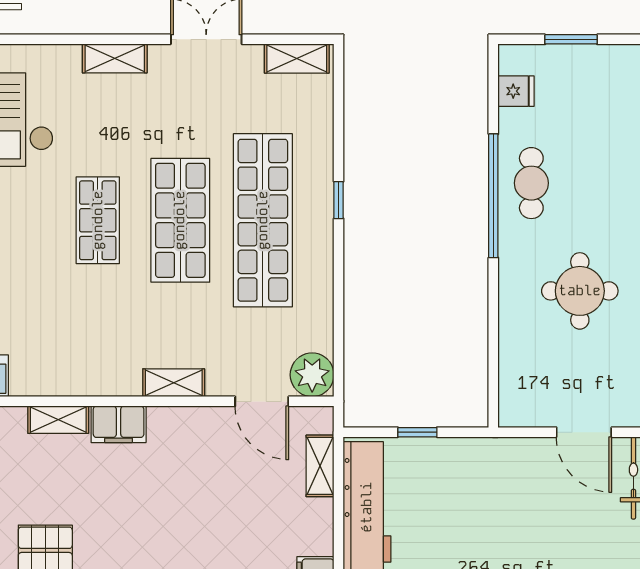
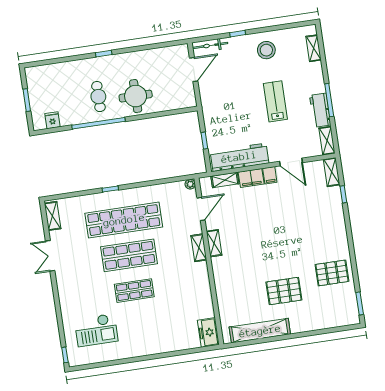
shelving: (115, 58) -> (64, 294), removed
cafe table: (531, 183) -> (98, 97), moved, turned 90
round table: (580, 291) -> (136, 96), moved
plant: (312, 375) -> (190, 184), width x0.53, depth x0.53
shelving: (58, 420) -> (214, 243), moved
filing cabinet: (119, 424) -> (251, 178), moved, turned 90

